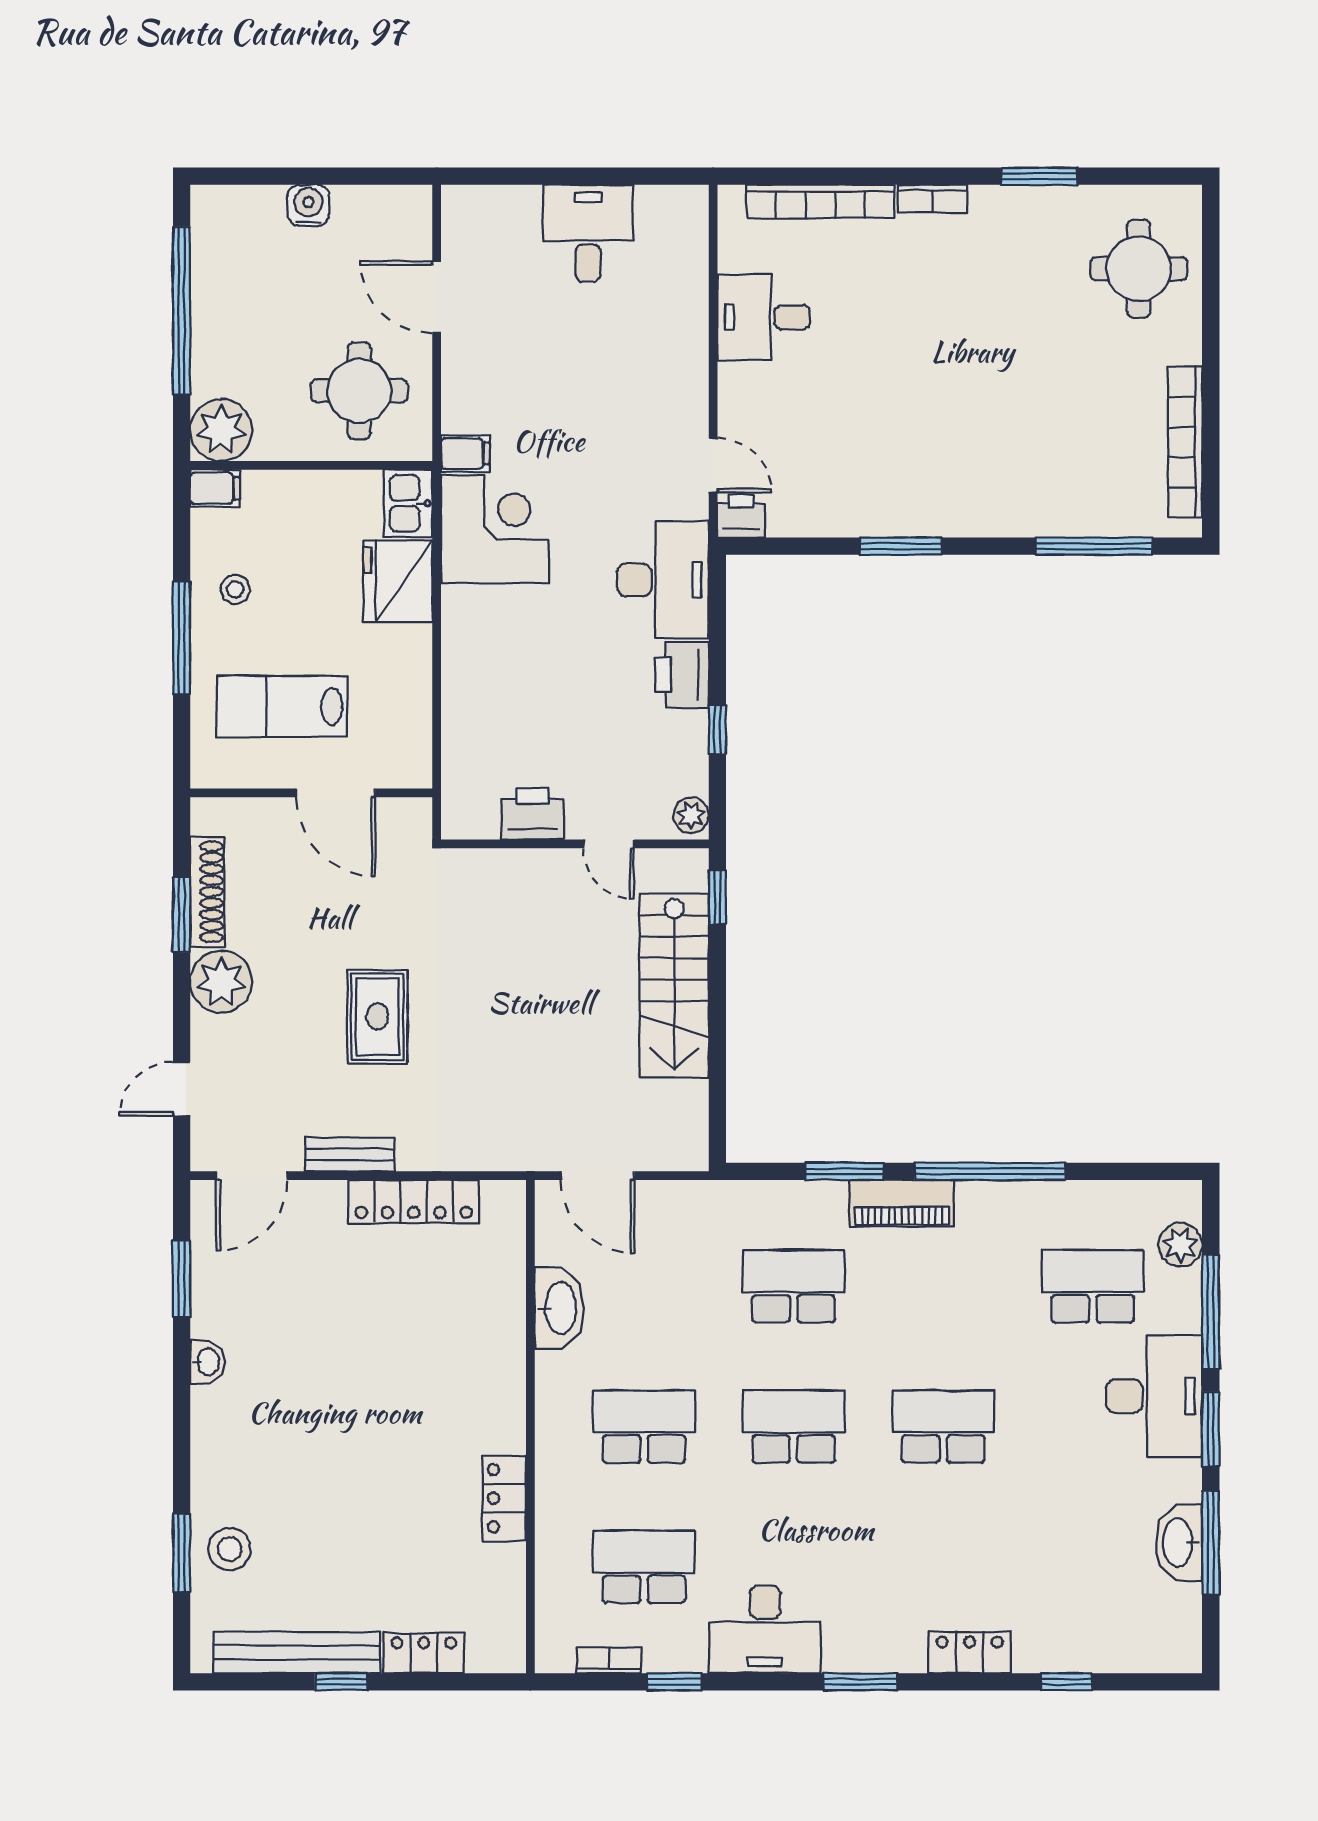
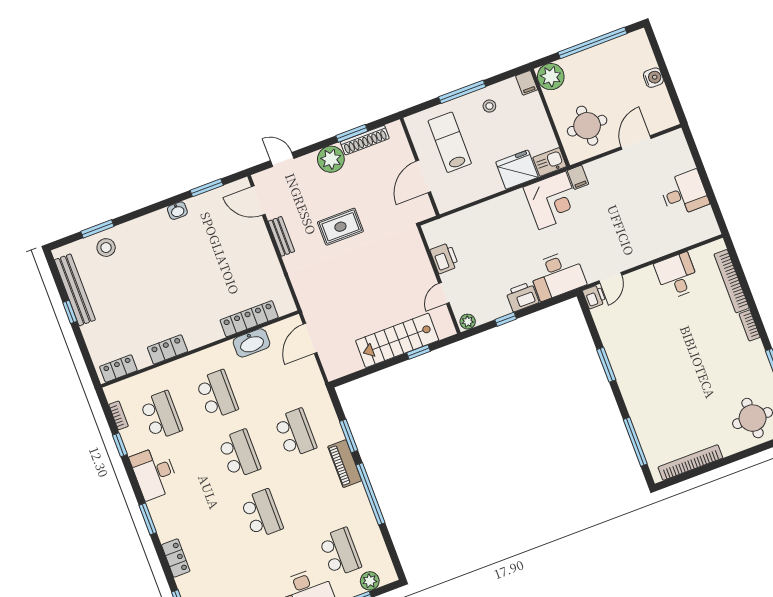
window: (717, 897) -> (418, 352), moved
locker: (414, 1202) -> (249, 319), moved, turned 90
locker: (424, 1653) -> (118, 368), moved, turned -90

